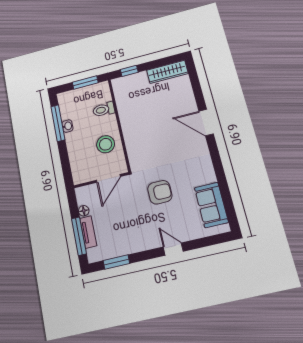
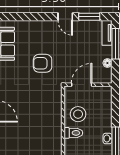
toilet: (104, 110) -> (73, 133), moved
tv unit: (88, 232) -> (107, 33), moved
door: (173, 249) -> (65, 17), moved

